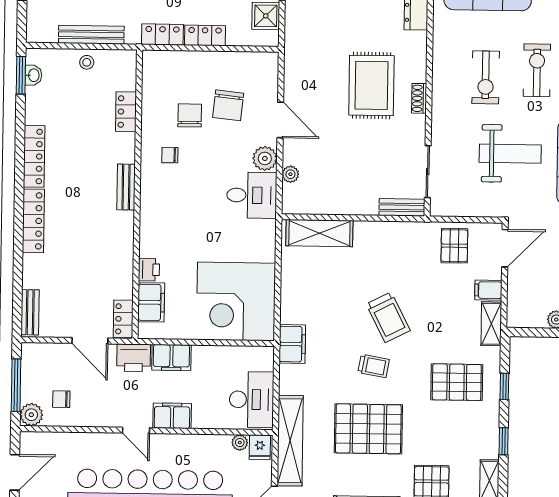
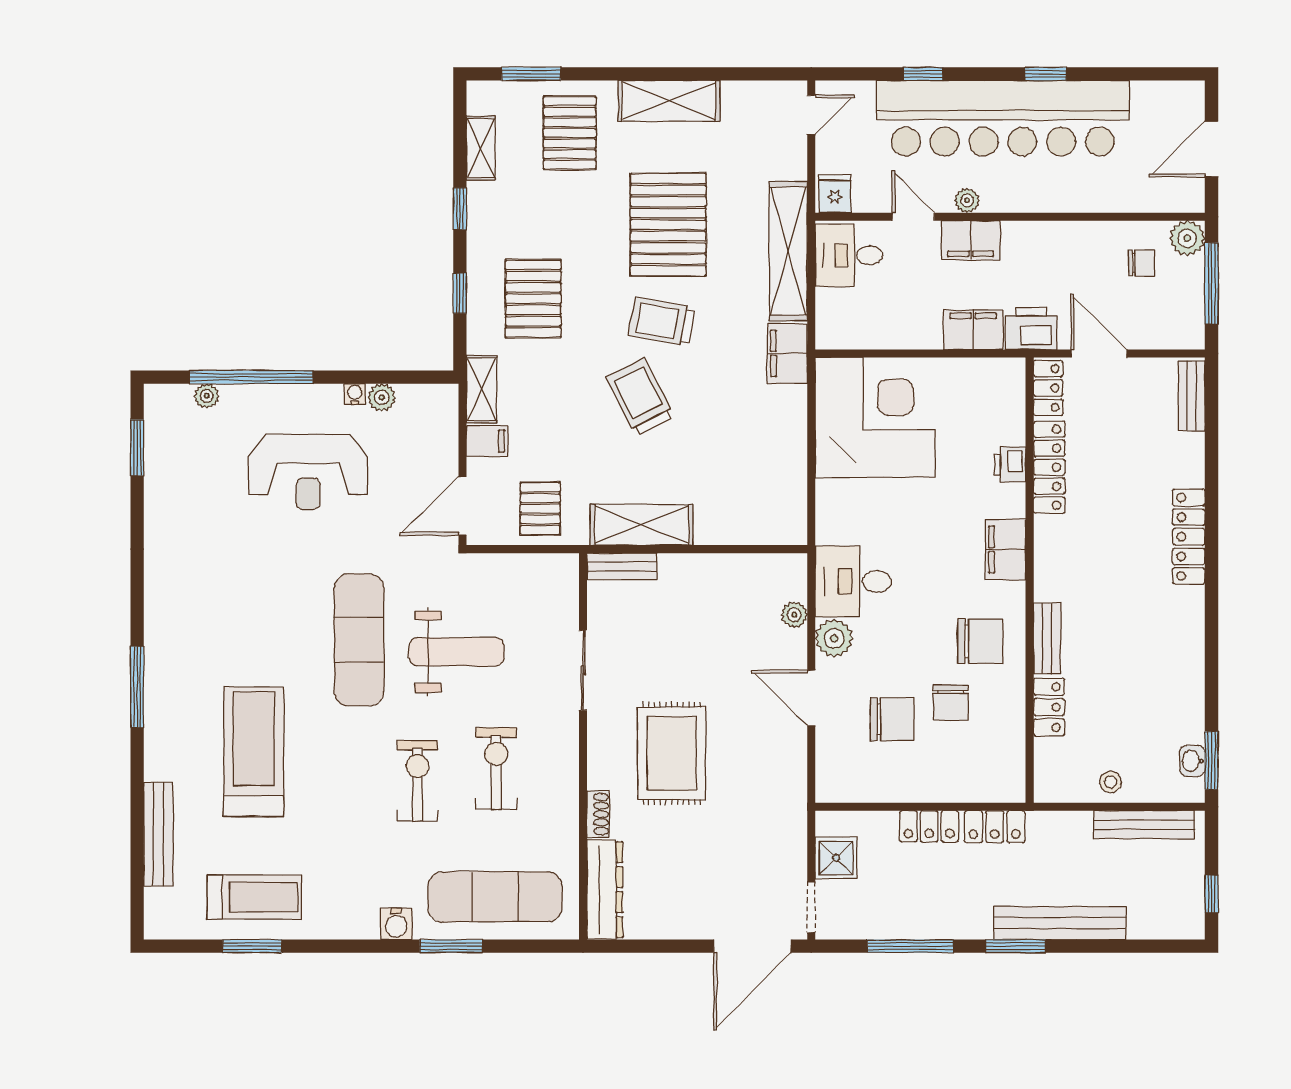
bench: (91, 35) -> (1144, 825), moved
exercise bike: (537, 70) -> (417, 781), turned 180
shoe rack: (419, 98) -> (598, 814), moved
chair: (228, 105) -> (892, 719), turned 84
weight bench: (510, 154) -> (457, 652), turned 180
chair: (170, 155) -> (980, 641), width x1.87, depth x1.87
locker: (34, 156) -> (1049, 467), moved, turned 180
sliding door: (428, 172) -> (583, 670), moved
bench: (126, 187) -> (1047, 638), moved
shelving: (319, 233) -> (642, 525), moved
filing cabinet: (151, 302) -> (1006, 550), moved
trolley: (374, 366) -> (662, 322), width x1.36, depth x1.39
pallet: (457, 382) -> (533, 299), turned 90
desk: (251, 399) -> (849, 255), width x0.73
pallet: (368, 429) -> (668, 225), turned 90
door: (136, 430) -> (913, 217), moved
shelving: (290, 441) -> (788, 251), moved
plant: (240, 443) -> (967, 200), moved

